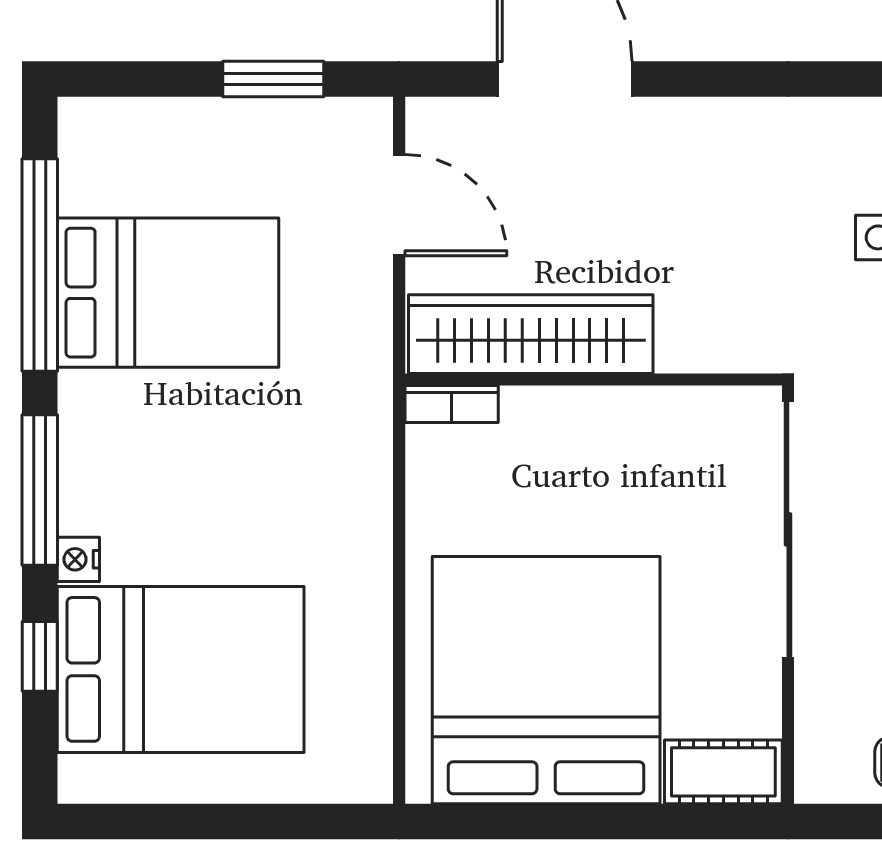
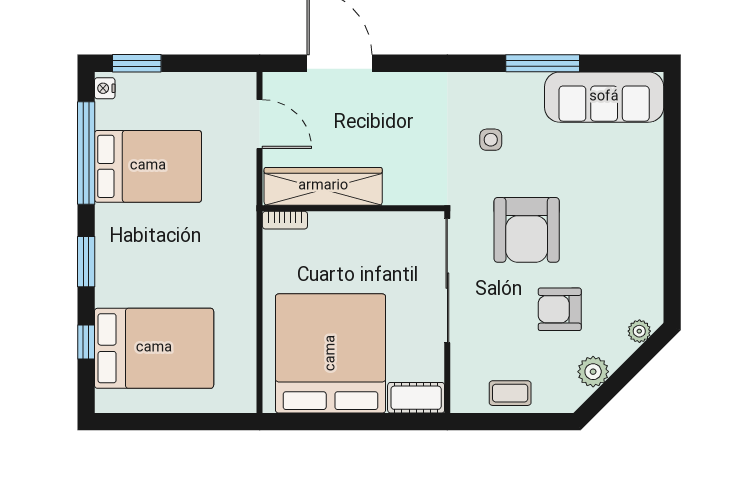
window: (273, 79) -> (137, 63), moved
window: (40, 490) -> (86, 262), width x0.69
nightstand: (78, 559) -> (105, 88), moved

